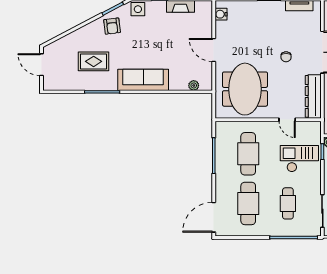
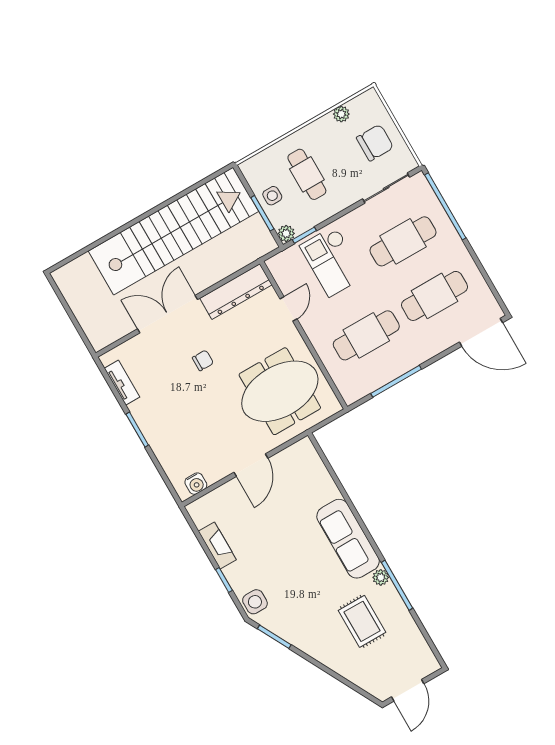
armchair: (112, 26) -> (299, 624), removed
plant: (194, 85) -> (381, 577), moved
cafe table: (288, 203) -> (403, 241), width x1.37, depth x1.35

